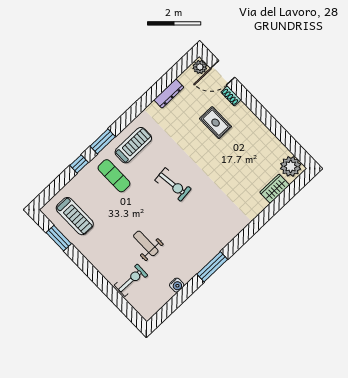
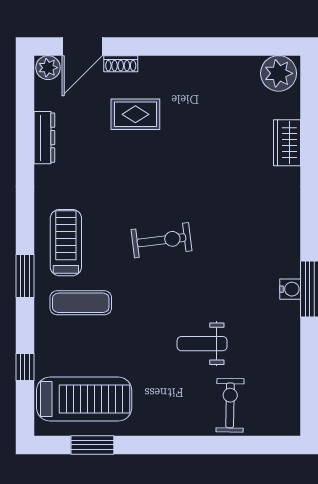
window: (79, 164) -> (25, 367), moved
wardrobe: (275, 189) -> (287, 143), moved
treadmill: (75, 216) -> (84, 399), width x1.37, depth x1.38
water cooler: (177, 285) -> (290, 289), moved

